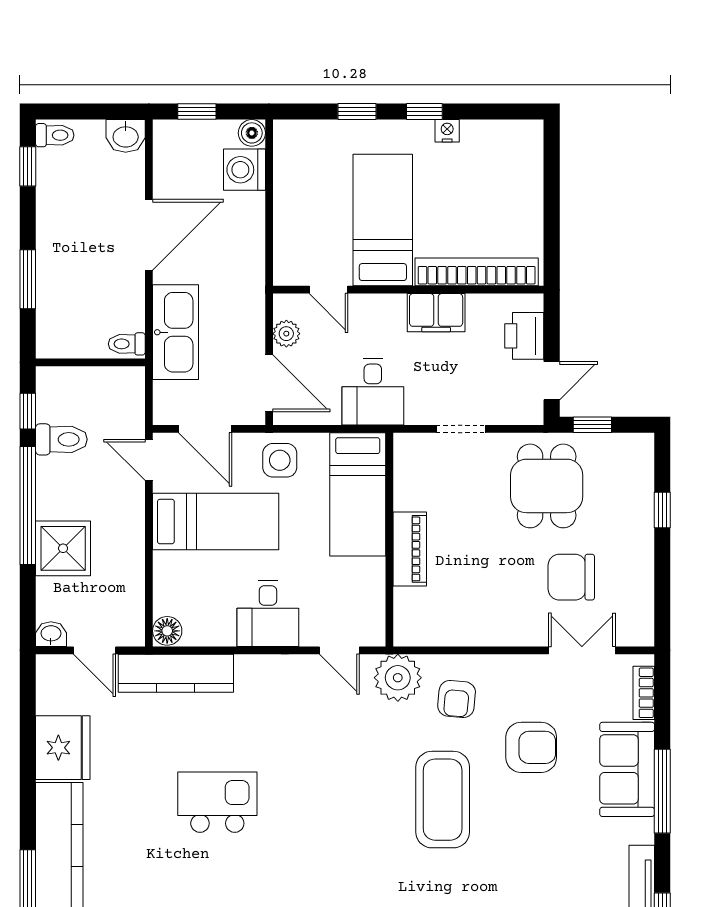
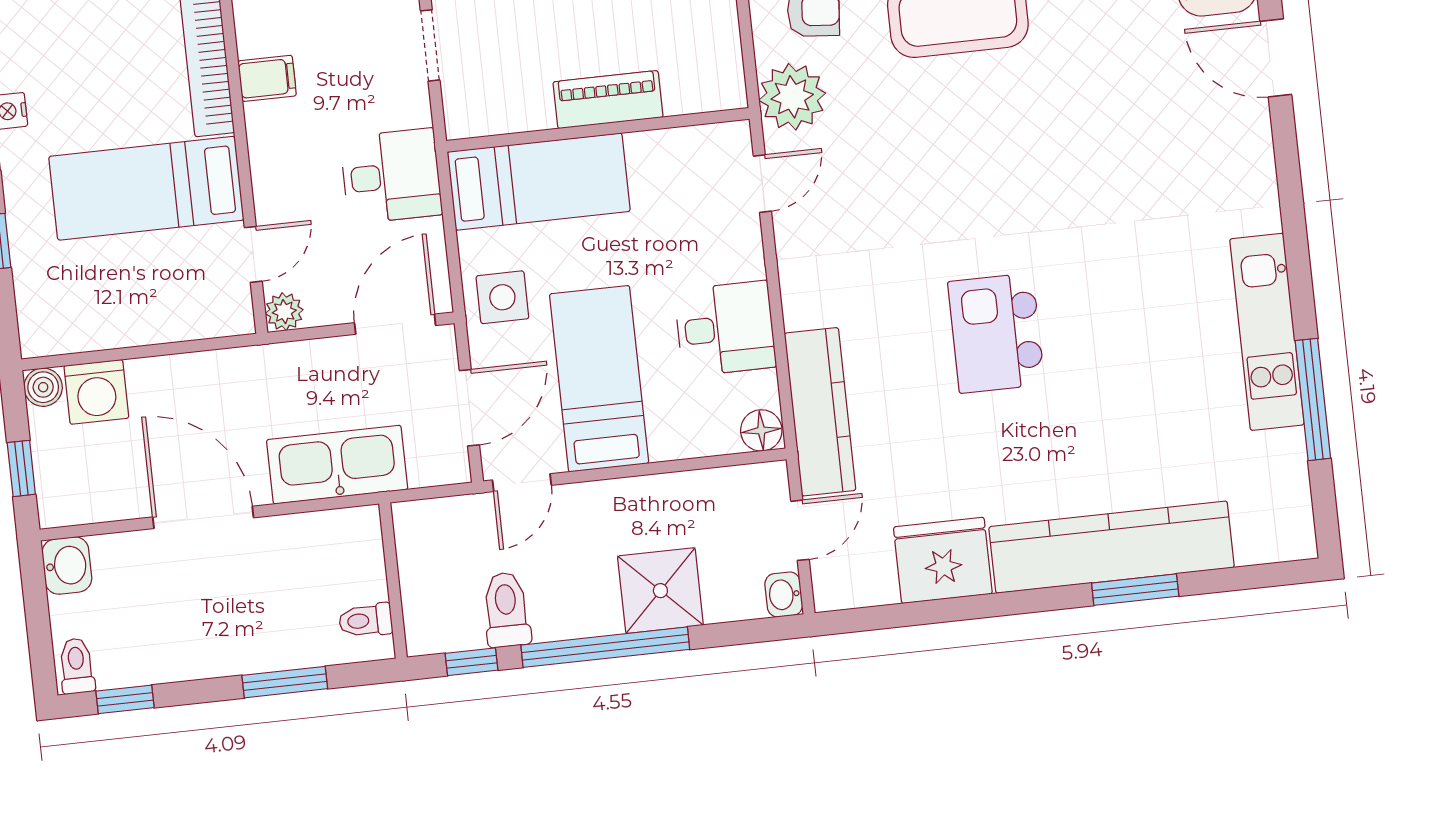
filing cabinet: (436, 313) -> (267, 78), width x0.50
plant: (286, 334) -> (284, 312), moved
toilet: (127, 344) -> (366, 620), moved, turned 90
desk: (268, 613) -> (725, 328), moved

